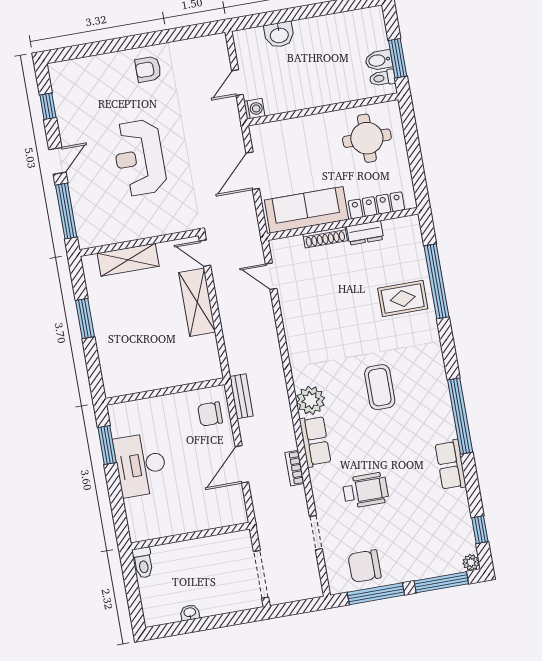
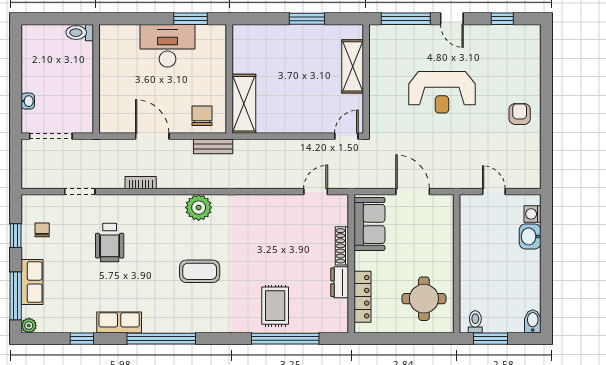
bidet: (379, 60) -> (533, 321), moved
washing machine: (254, 109) -> (532, 214), moved, turned 90
reception desk: (139, 158) -> (442, 92), turned 180
sofa: (306, 210) -> (369, 224), width x0.73
shelving: (197, 302) -> (244, 104), moved, turned 90
row of seats: (315, 441) -> (32, 282), moved, turned -90
window: (480, 530) -> (82, 339), moved
chair: (365, 566) -> (42, 230), width x0.54, depth x0.54
window: (376, 594) -> (16, 236), width x0.46
washbasin: (190, 613) -> (28, 101), moved

